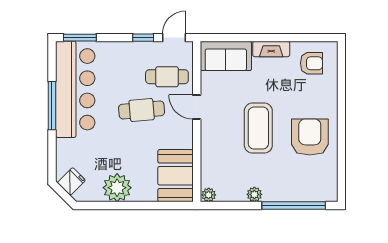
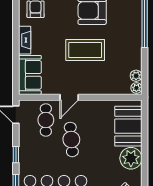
window: (143, 38) -> (16, 155), moved
booth: (176, 176) -> (128, 126), moved, turned 90
plant: (254, 194) -> (136, 76), moved

